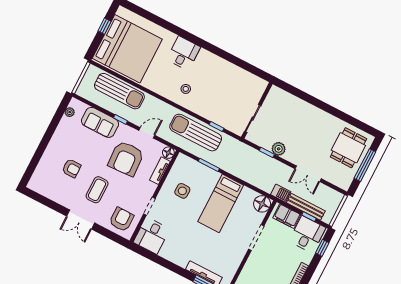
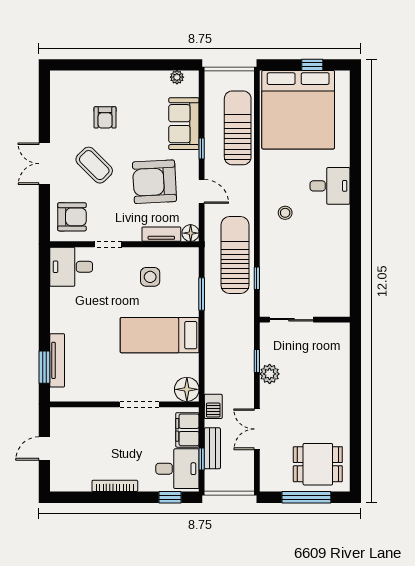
sun lounger: (119, 91) -> (238, 128), turned 180
coffee table: (97, 190) -> (94, 165), turned 45
bench: (306, 207) -> (212, 448), width x0.73

